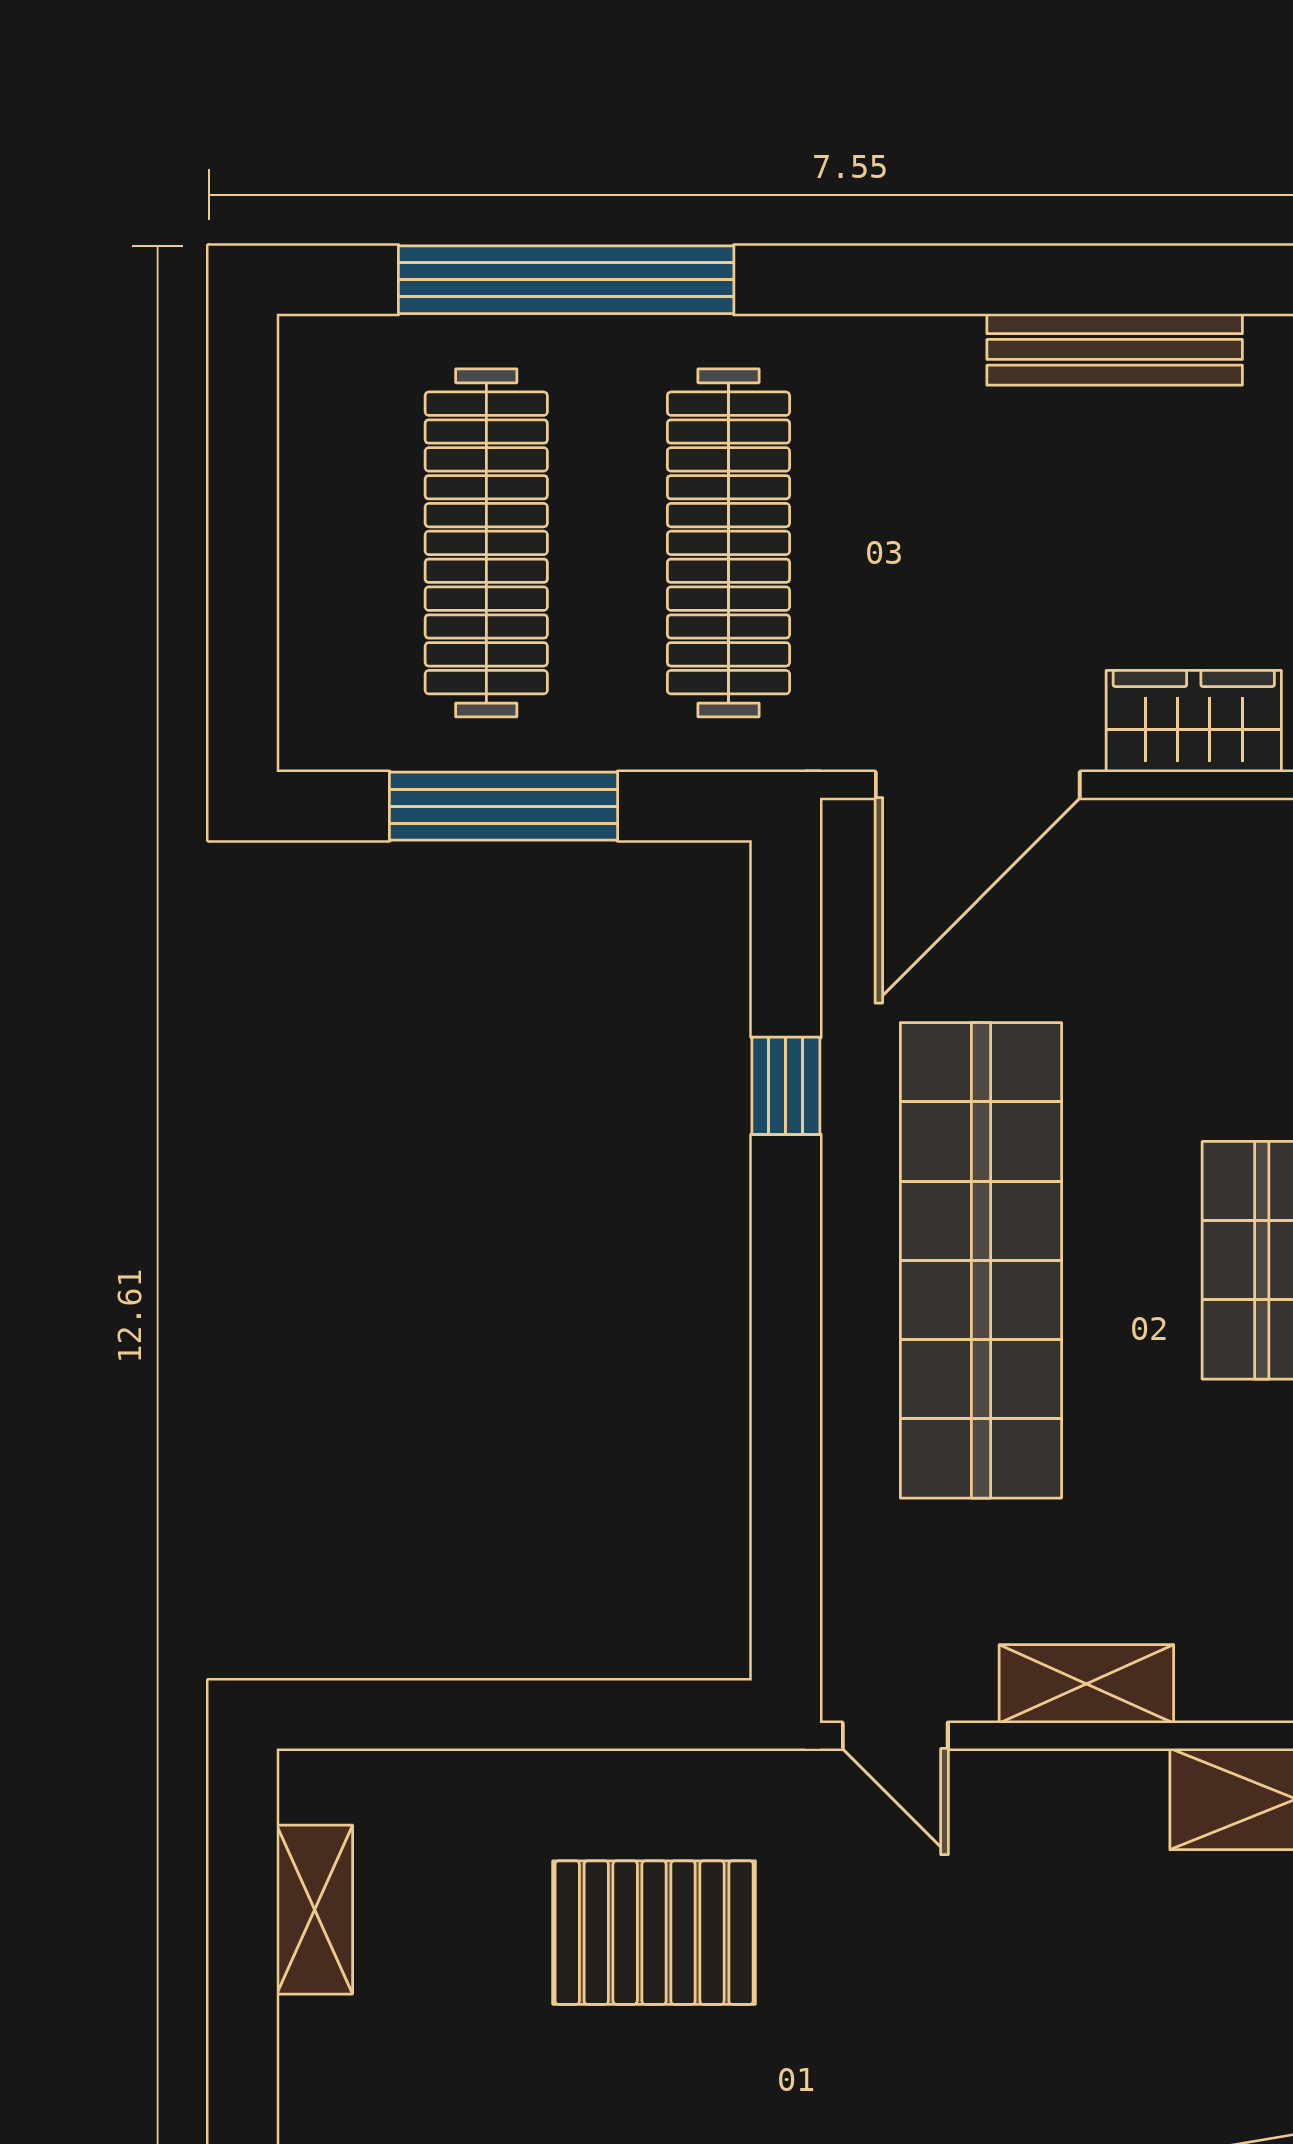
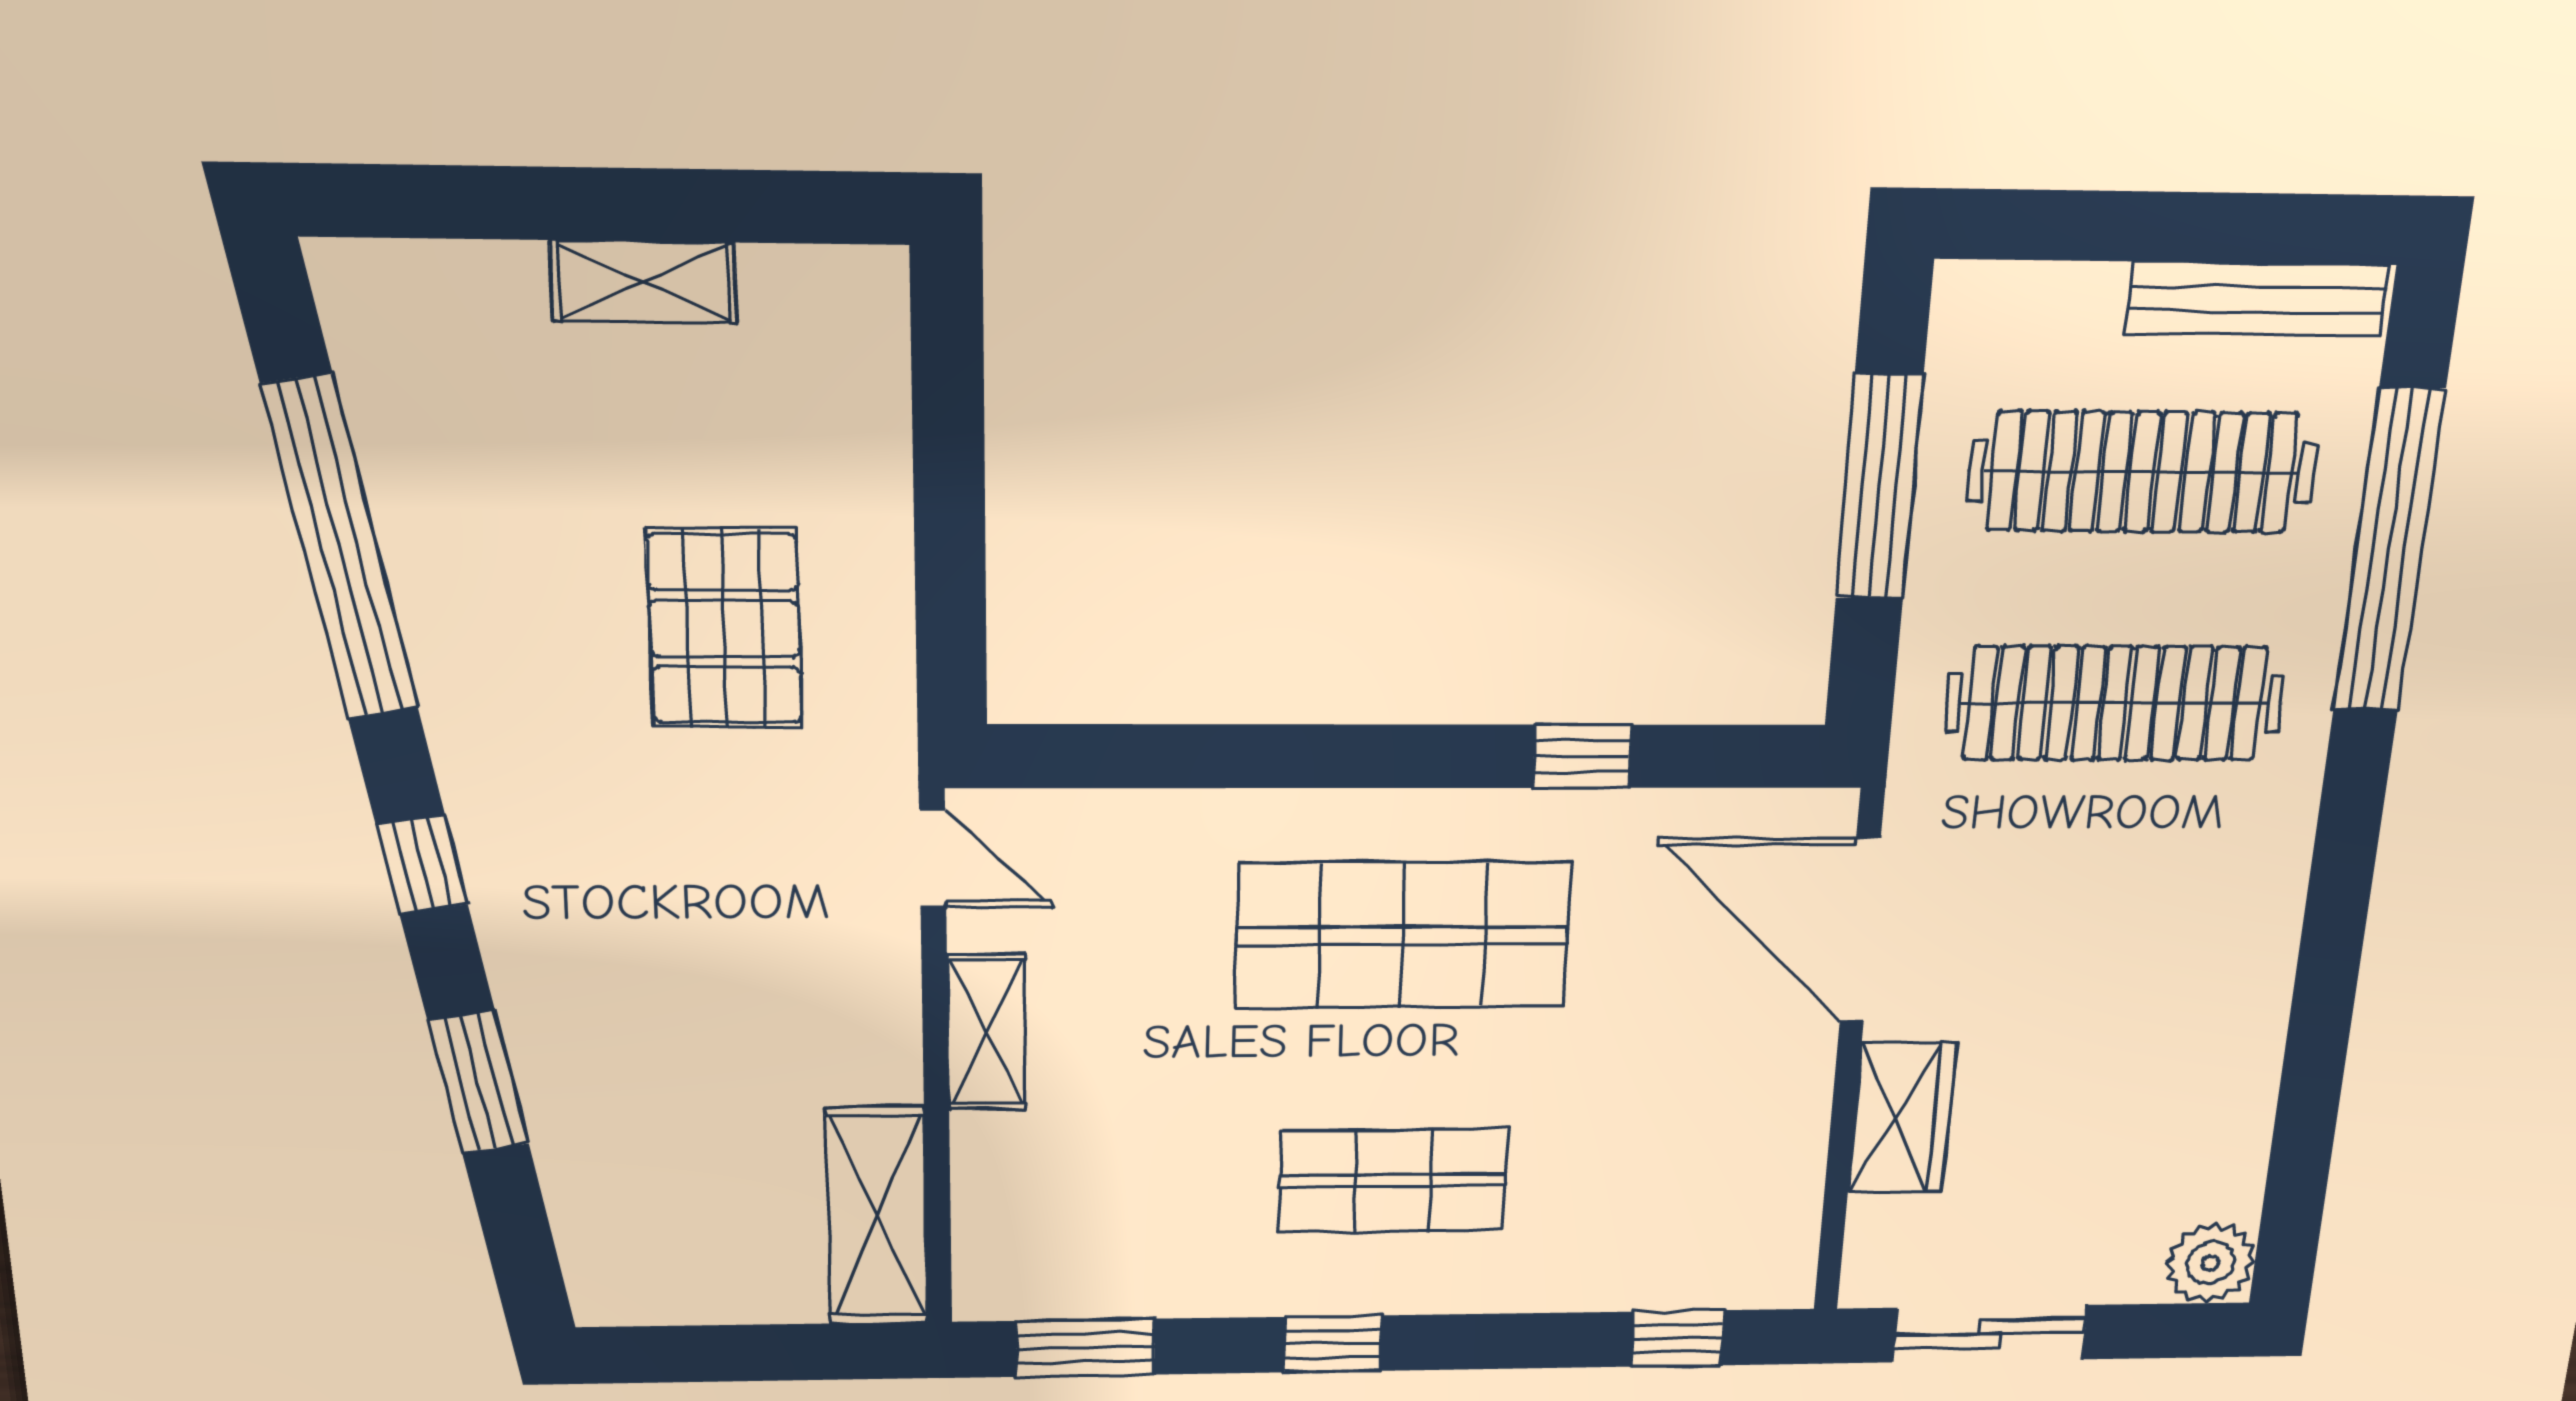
bench: (1115, 349) -> (2257, 300), moved, turned 90
shop shelf: (981, 1260) -> (1403, 935), width x0.71
door: (895, 1736) -> (933, 859), swing flipped
shelving: (315, 1910) -> (644, 282), moved

